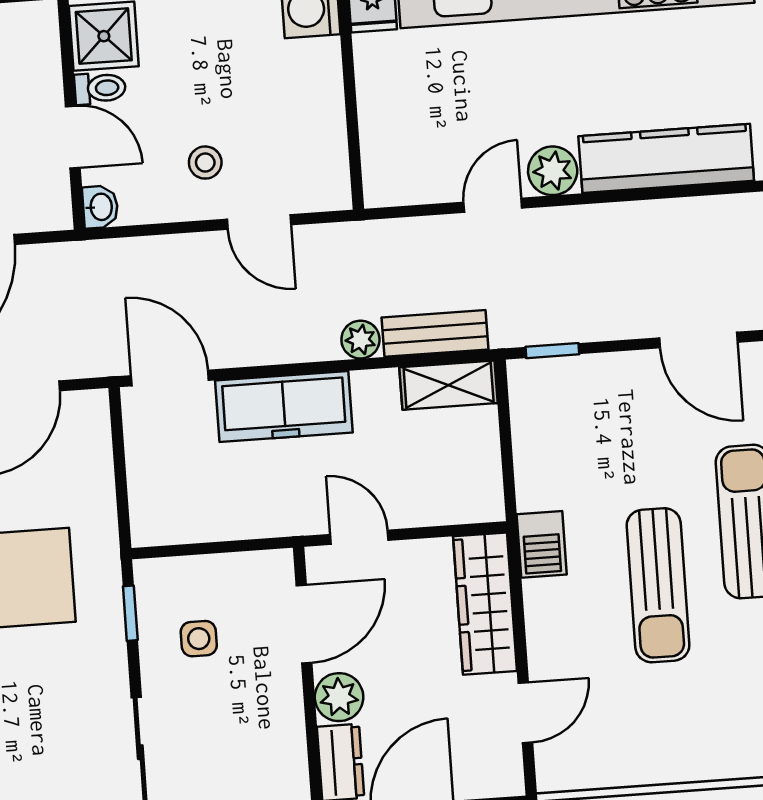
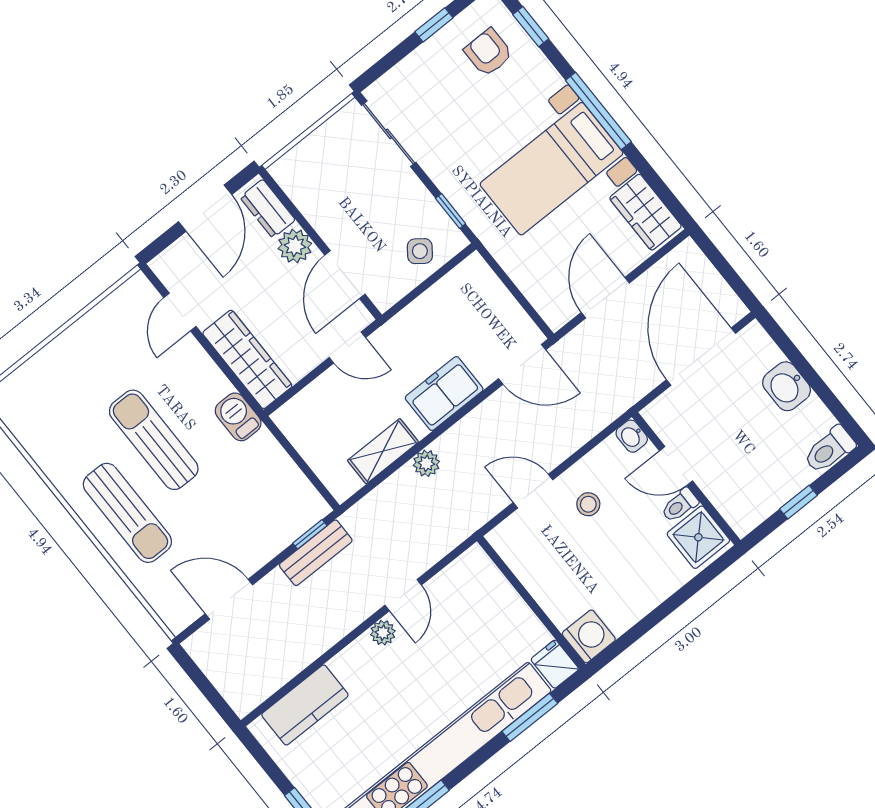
kitchen counter: (666, 158) -> (305, 705), width x0.67
plant: (553, 171) -> (383, 633), width x0.73, depth x0.73
bench: (435, 333) -> (316, 553), moved
shelving: (449, 385) -> (383, 451), moved
freezer: (284, 406) -> (444, 394), width x0.71
side table: (199, 639) -> (420, 251), moved, turned 37

